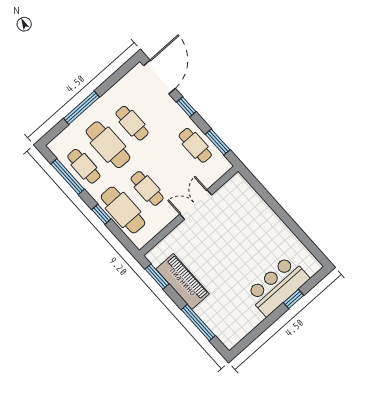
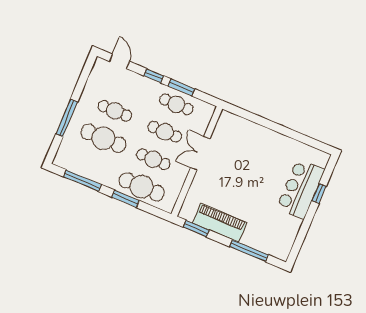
door: (159, 77) -> (119, 61), width x0.53
window: (218, 142) -> (181, 87), moved
cafe table: (84, 166) -> (165, 132), moved
window: (101, 214) -> (125, 199), width x1.50

